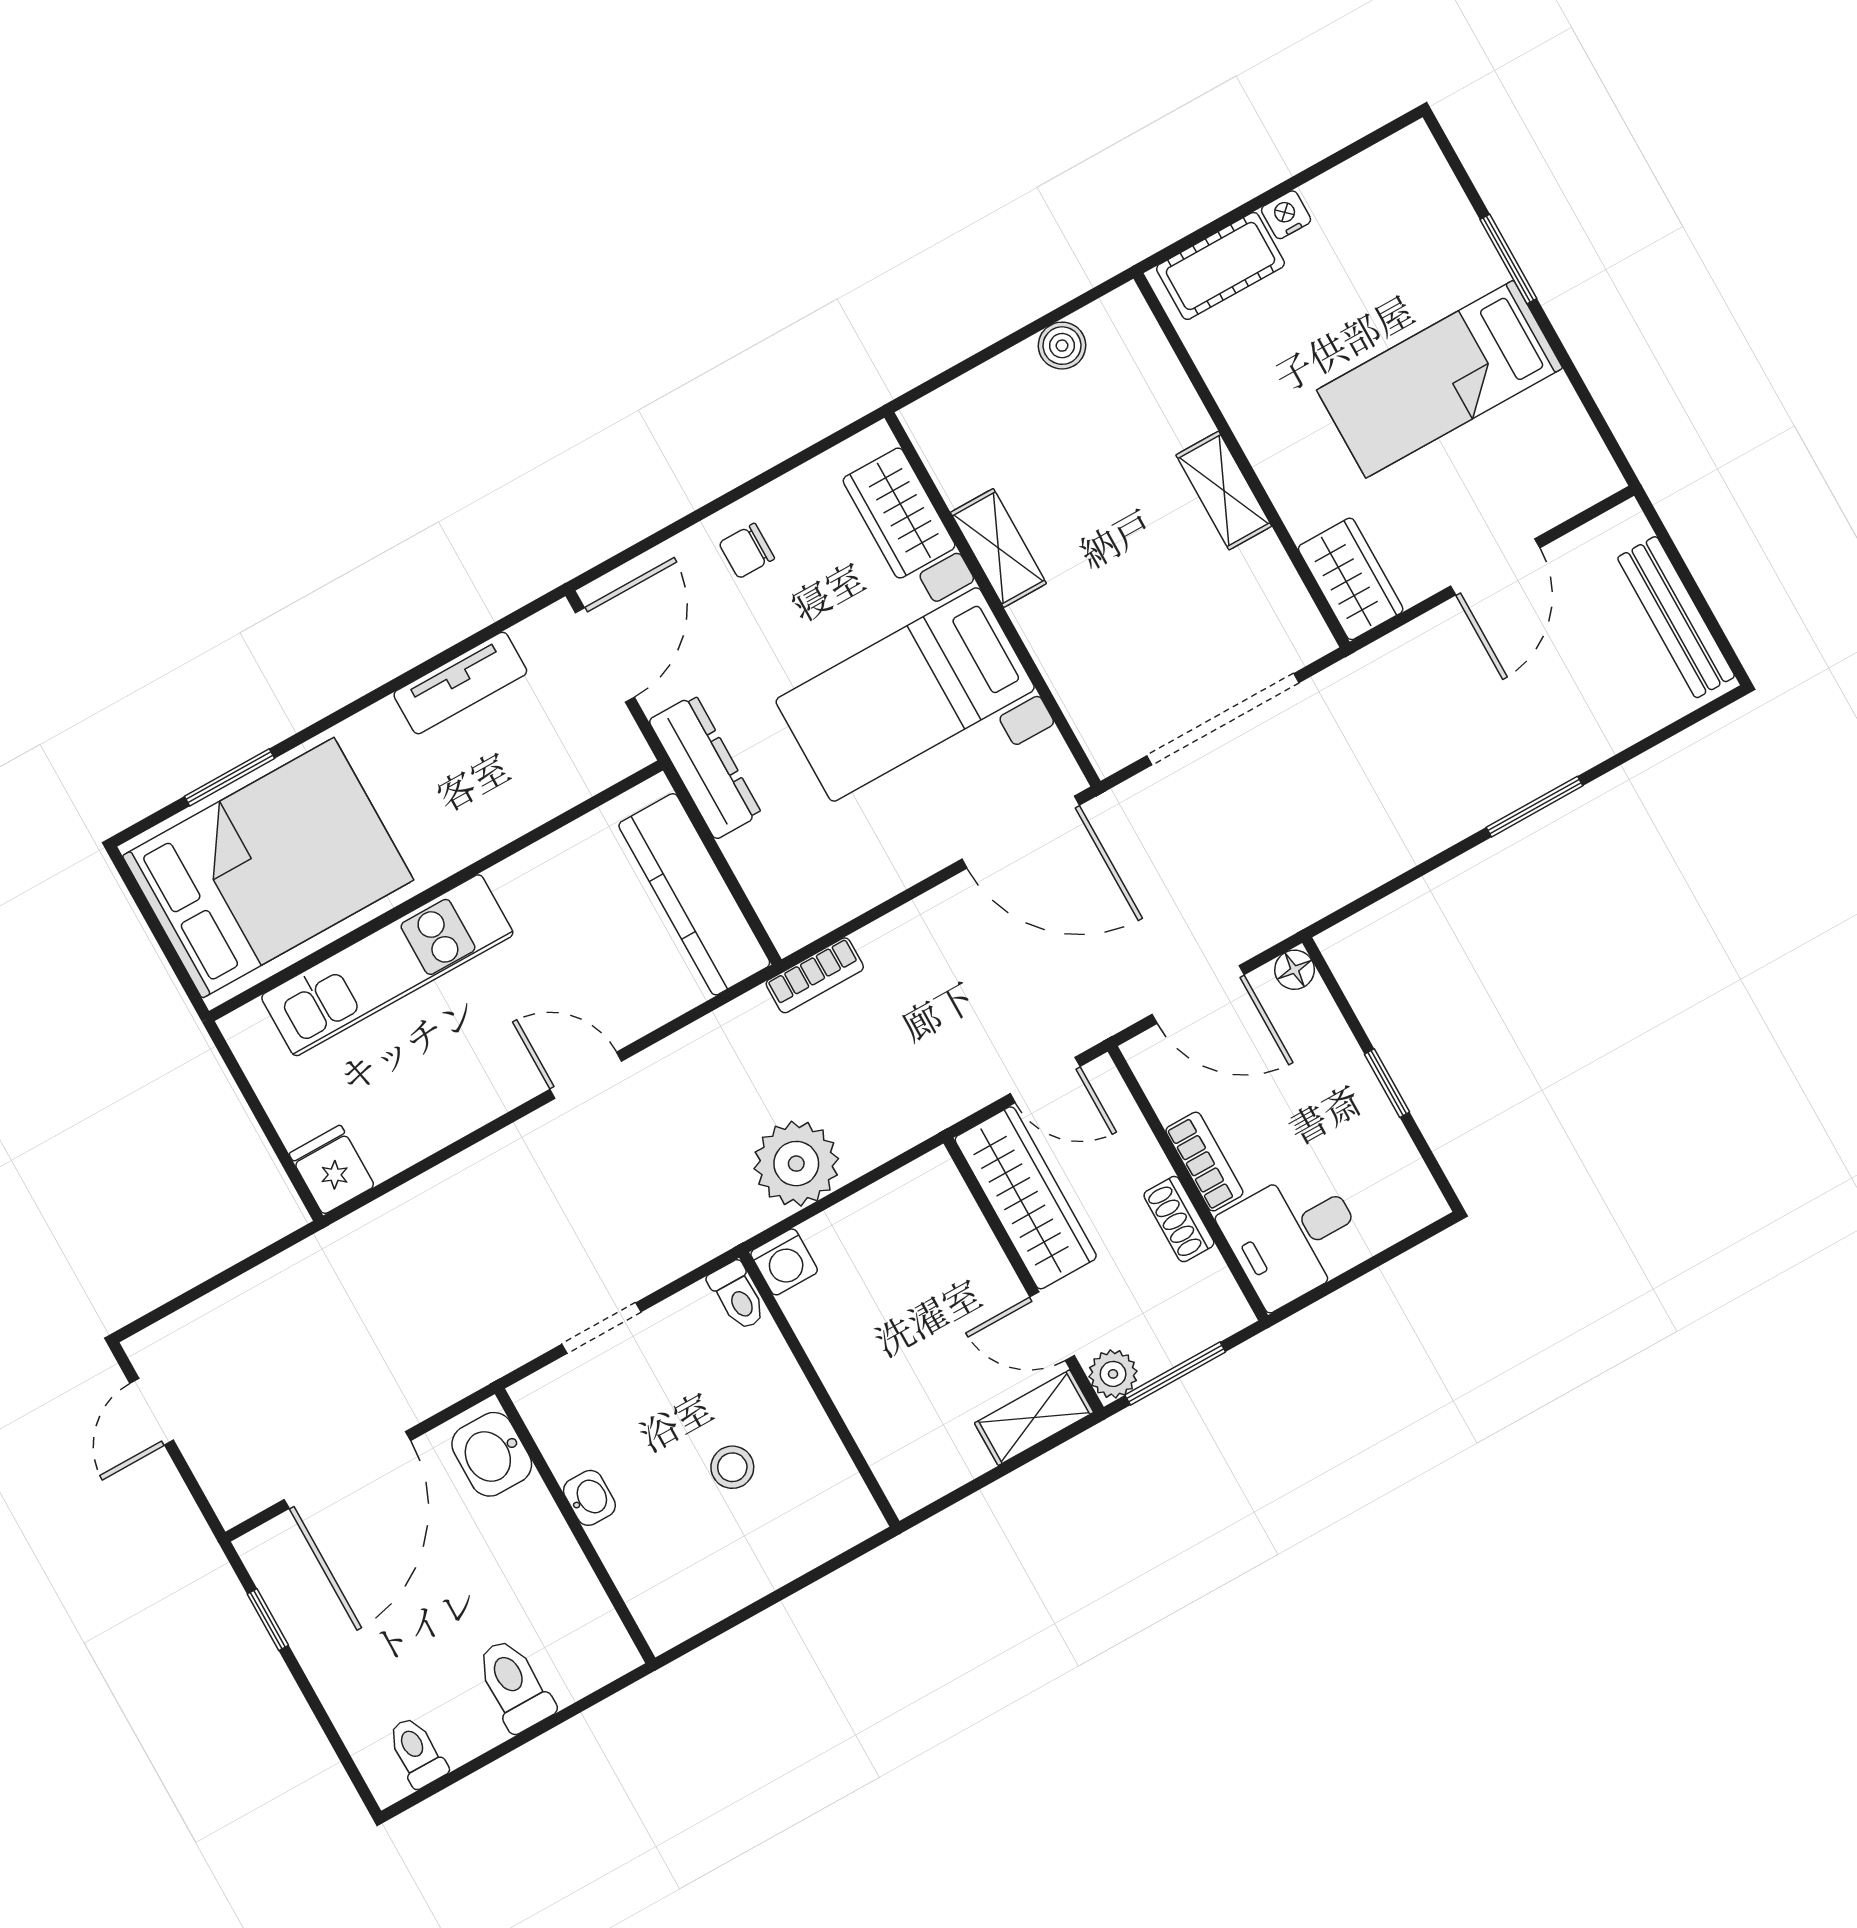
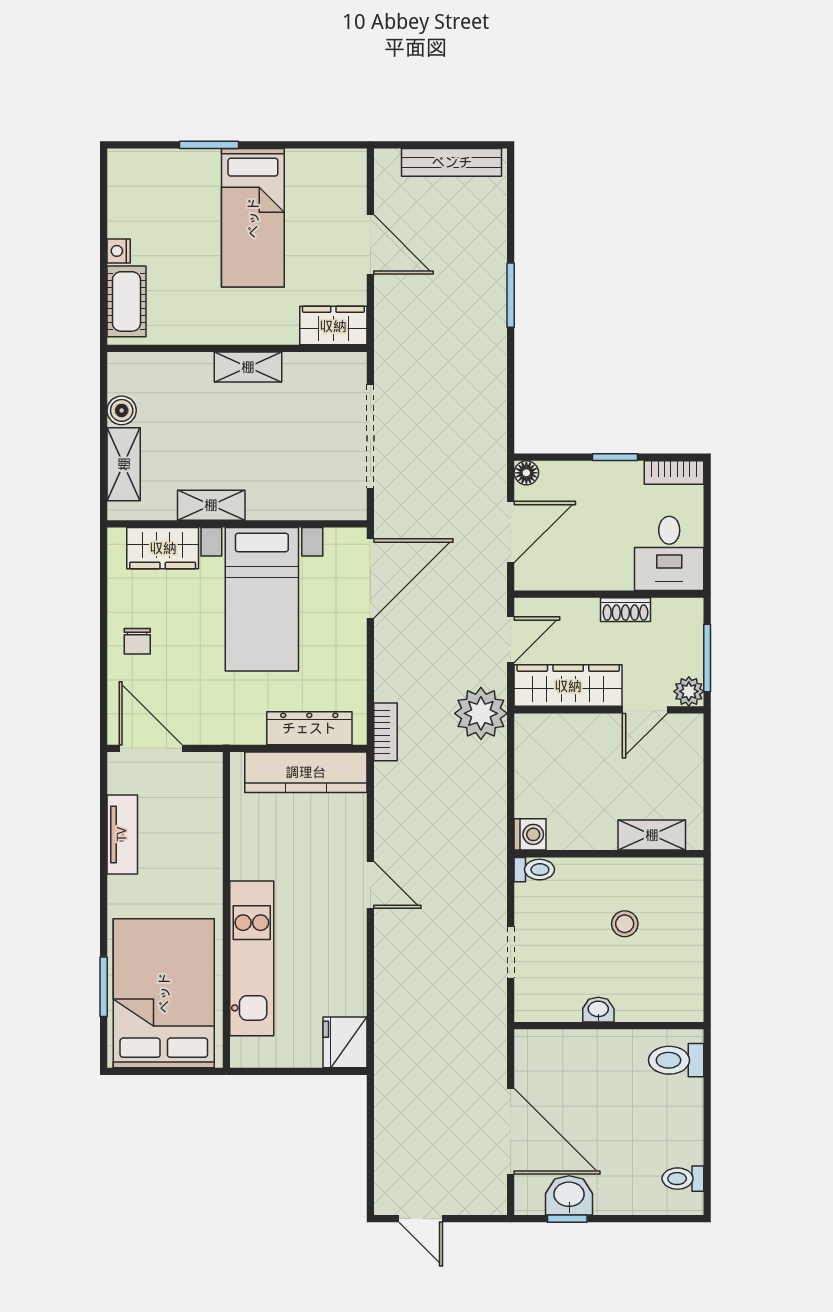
shelving: (987, 391) -> (124, 464), added
dresser: (705, 767) -> (309, 728), moved
door: (586, 1075) -> (370, 885), swing flipped
bookcase: (1204, 1162) -> (674, 473), moved, turned 180
plant: (796, 1164) -> (481, 713), moved
fridge: (332, 1170) -> (345, 1042), width x1.38
shelving: (1034, 1418) -> (652, 835), moved, turned 90
washbasin: (492, 1454) -> (569, 1195), moved, turned 180
toilet: (514, 1685) -> (676, 1060), moved

